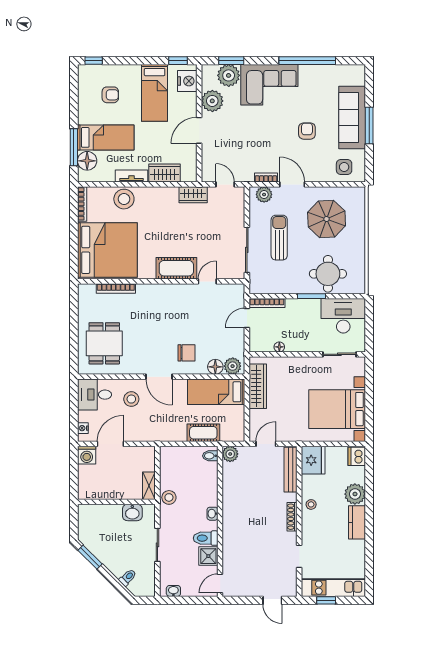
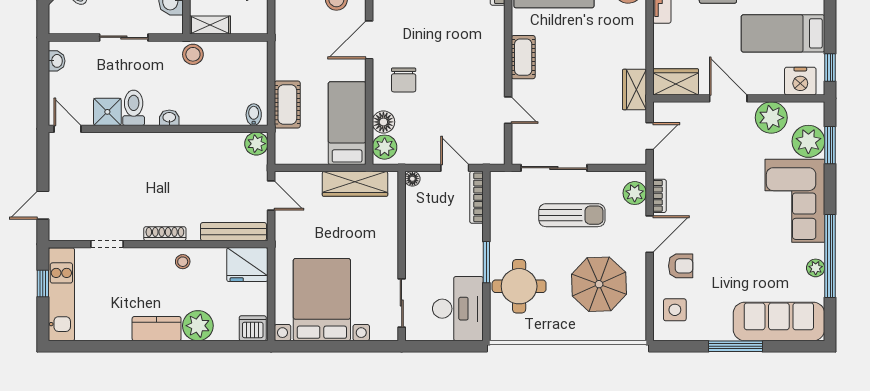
plant: (315, 71) -> (816, 268), added
sofa: (352, 118) -> (779, 321), moved
armchair: (307, 131) -> (681, 266), moved
wardrobe: (165, 173) -> (676, 82), moved, turned -90
cot: (176, 268) -> (523, 57), width x0.73, depth x0.75
floor lamp: (279, 347) -> (412, 179), moved

